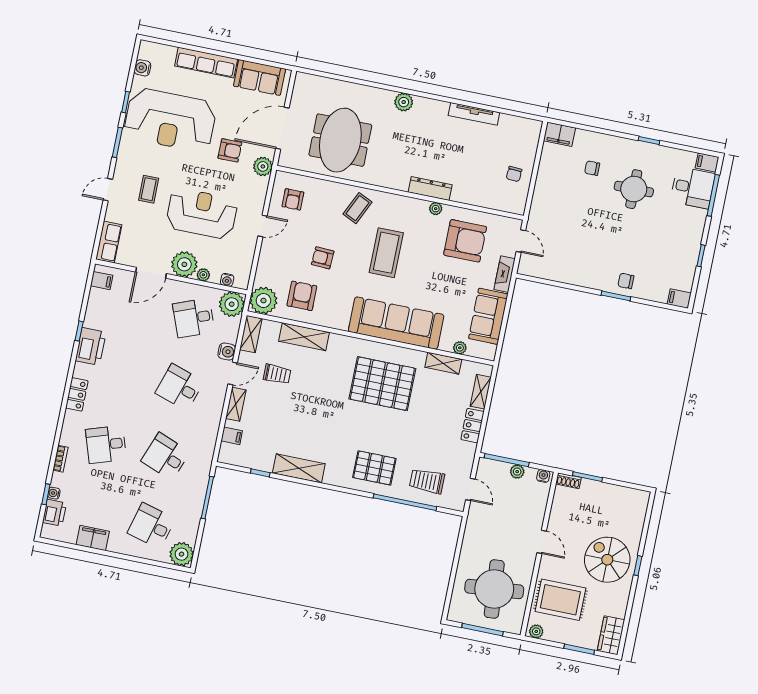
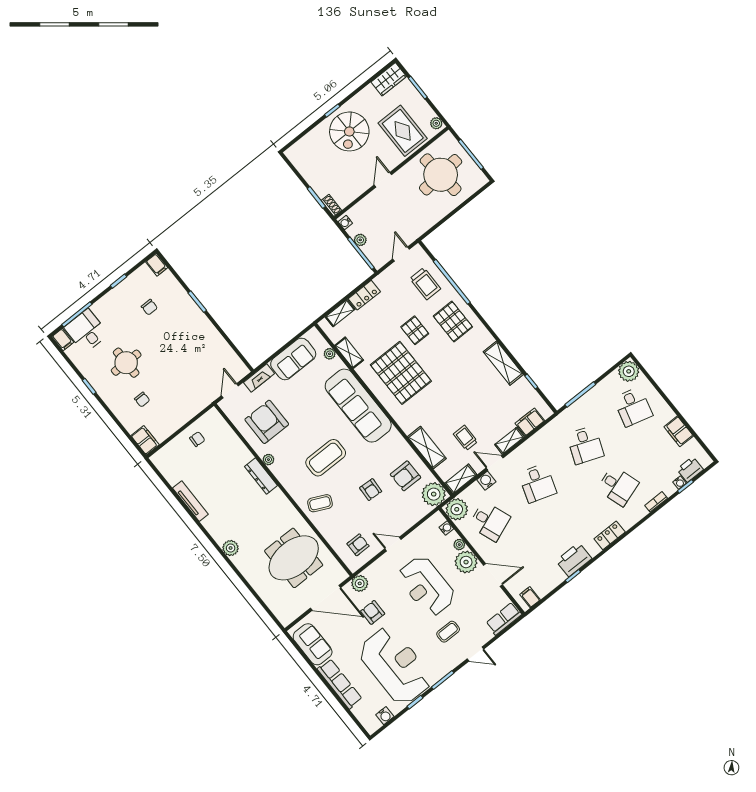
chair: (626, 281) -> (149, 307), moved
pallet: (402, 432) -> (415, 330), added
filing cabinet: (232, 436) -> (530, 422), width x2.00

